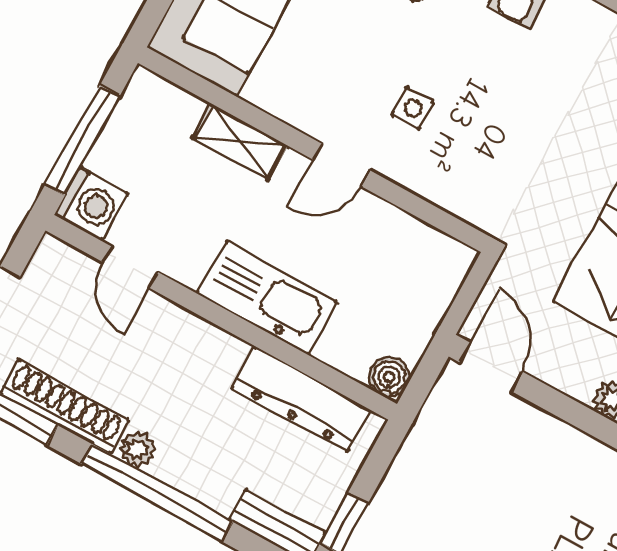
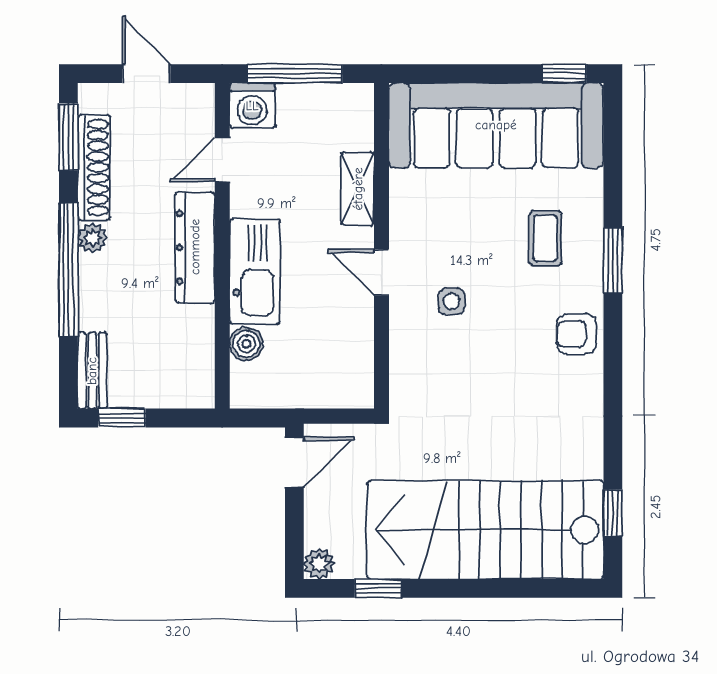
boiler: (389, 377) -> (246, 344), moved
dresser: (301, 399) -> (195, 247), moved

